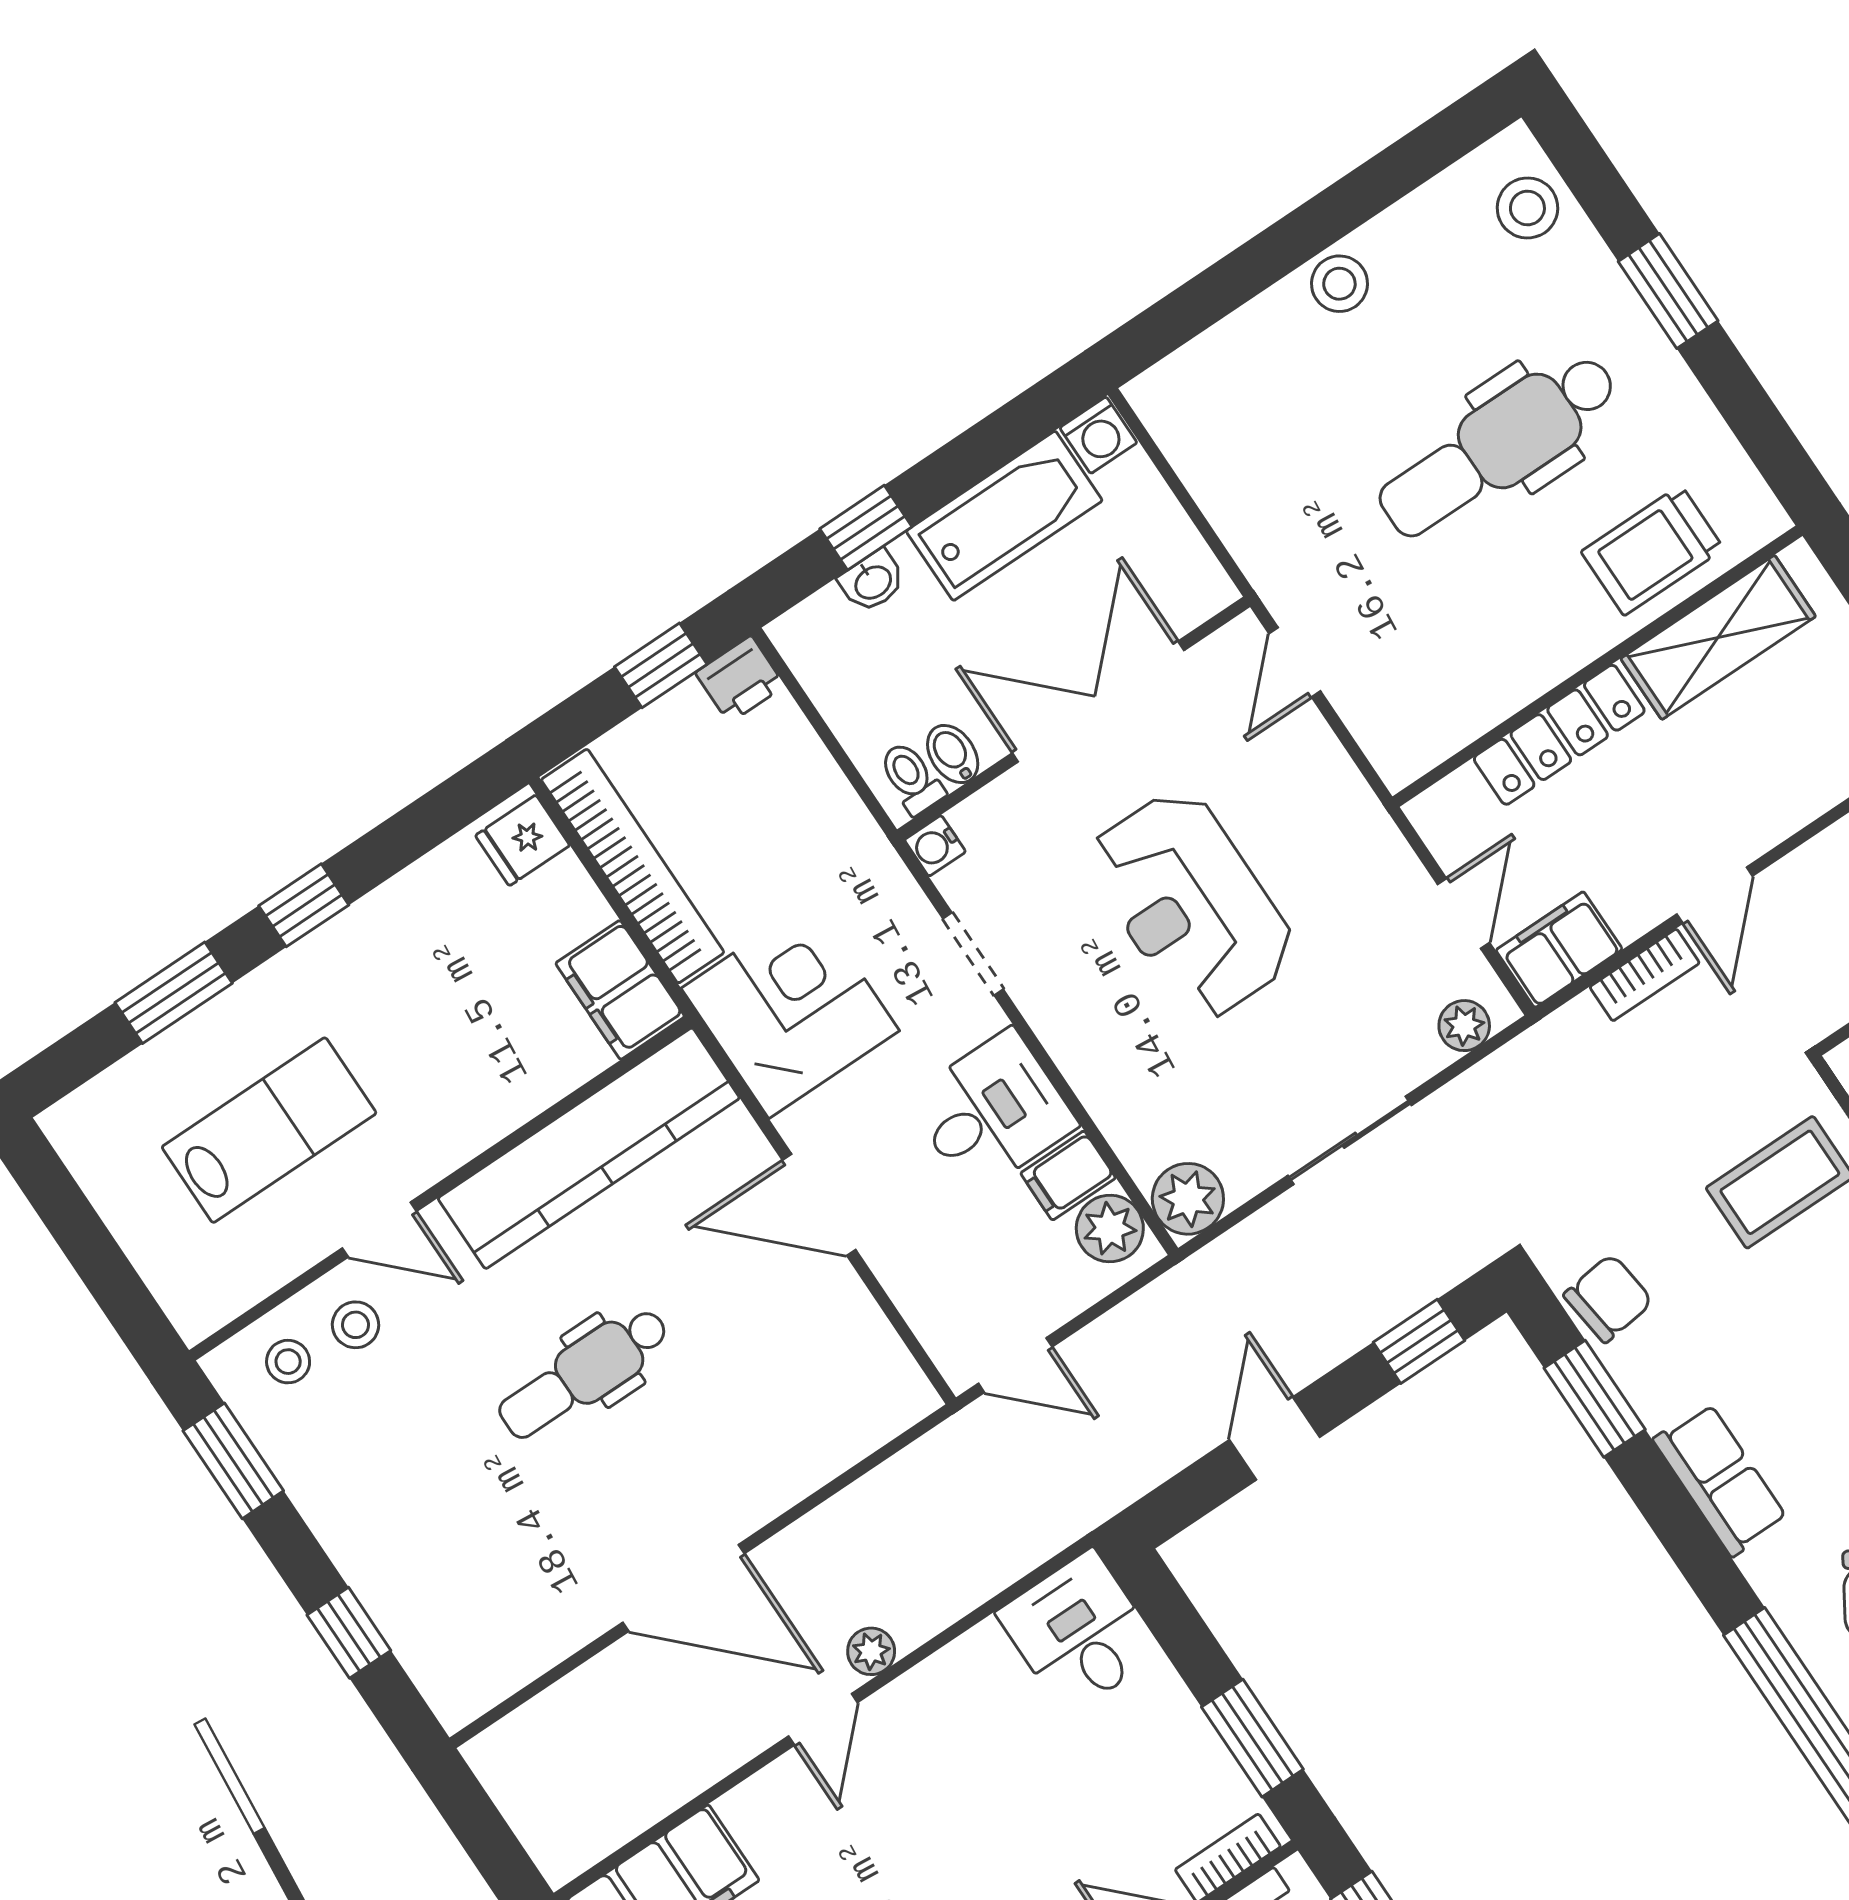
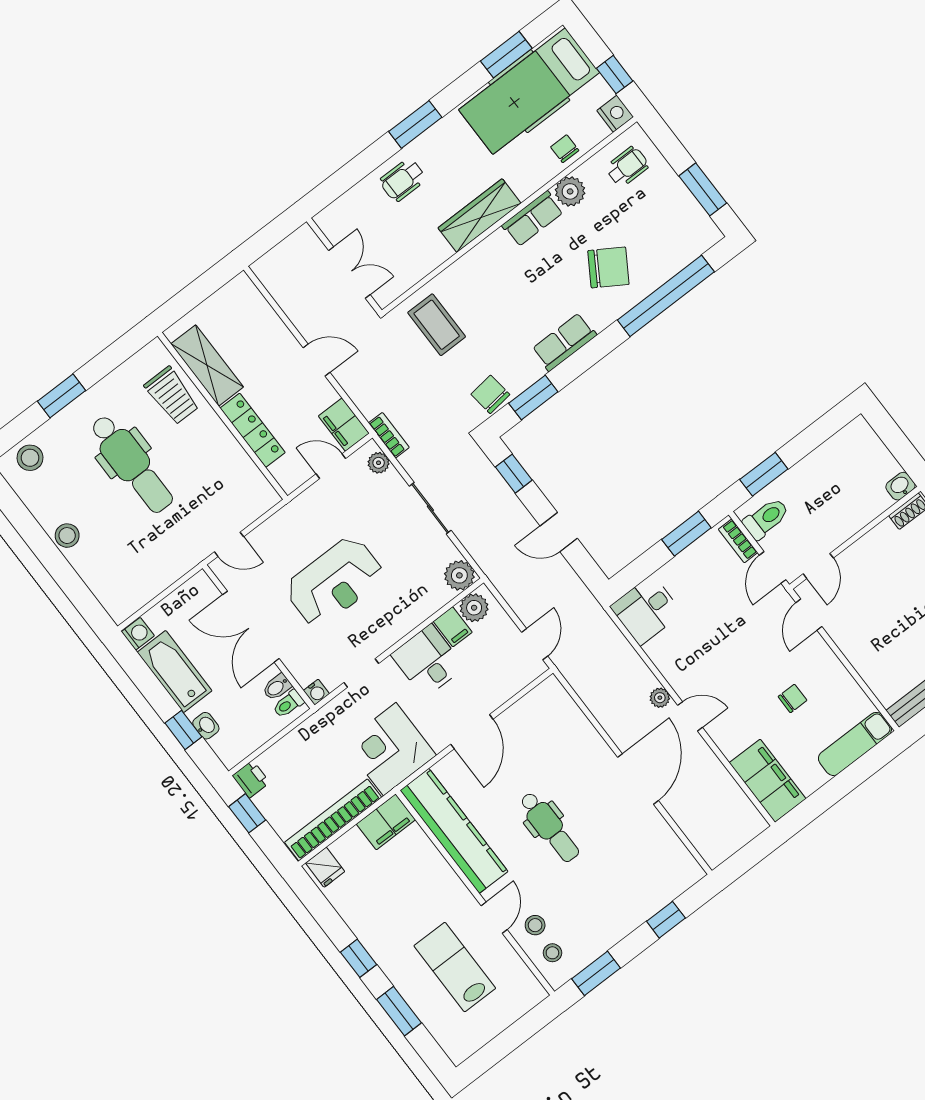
bookcase: (1645, 975) -> (389, 435), moved

